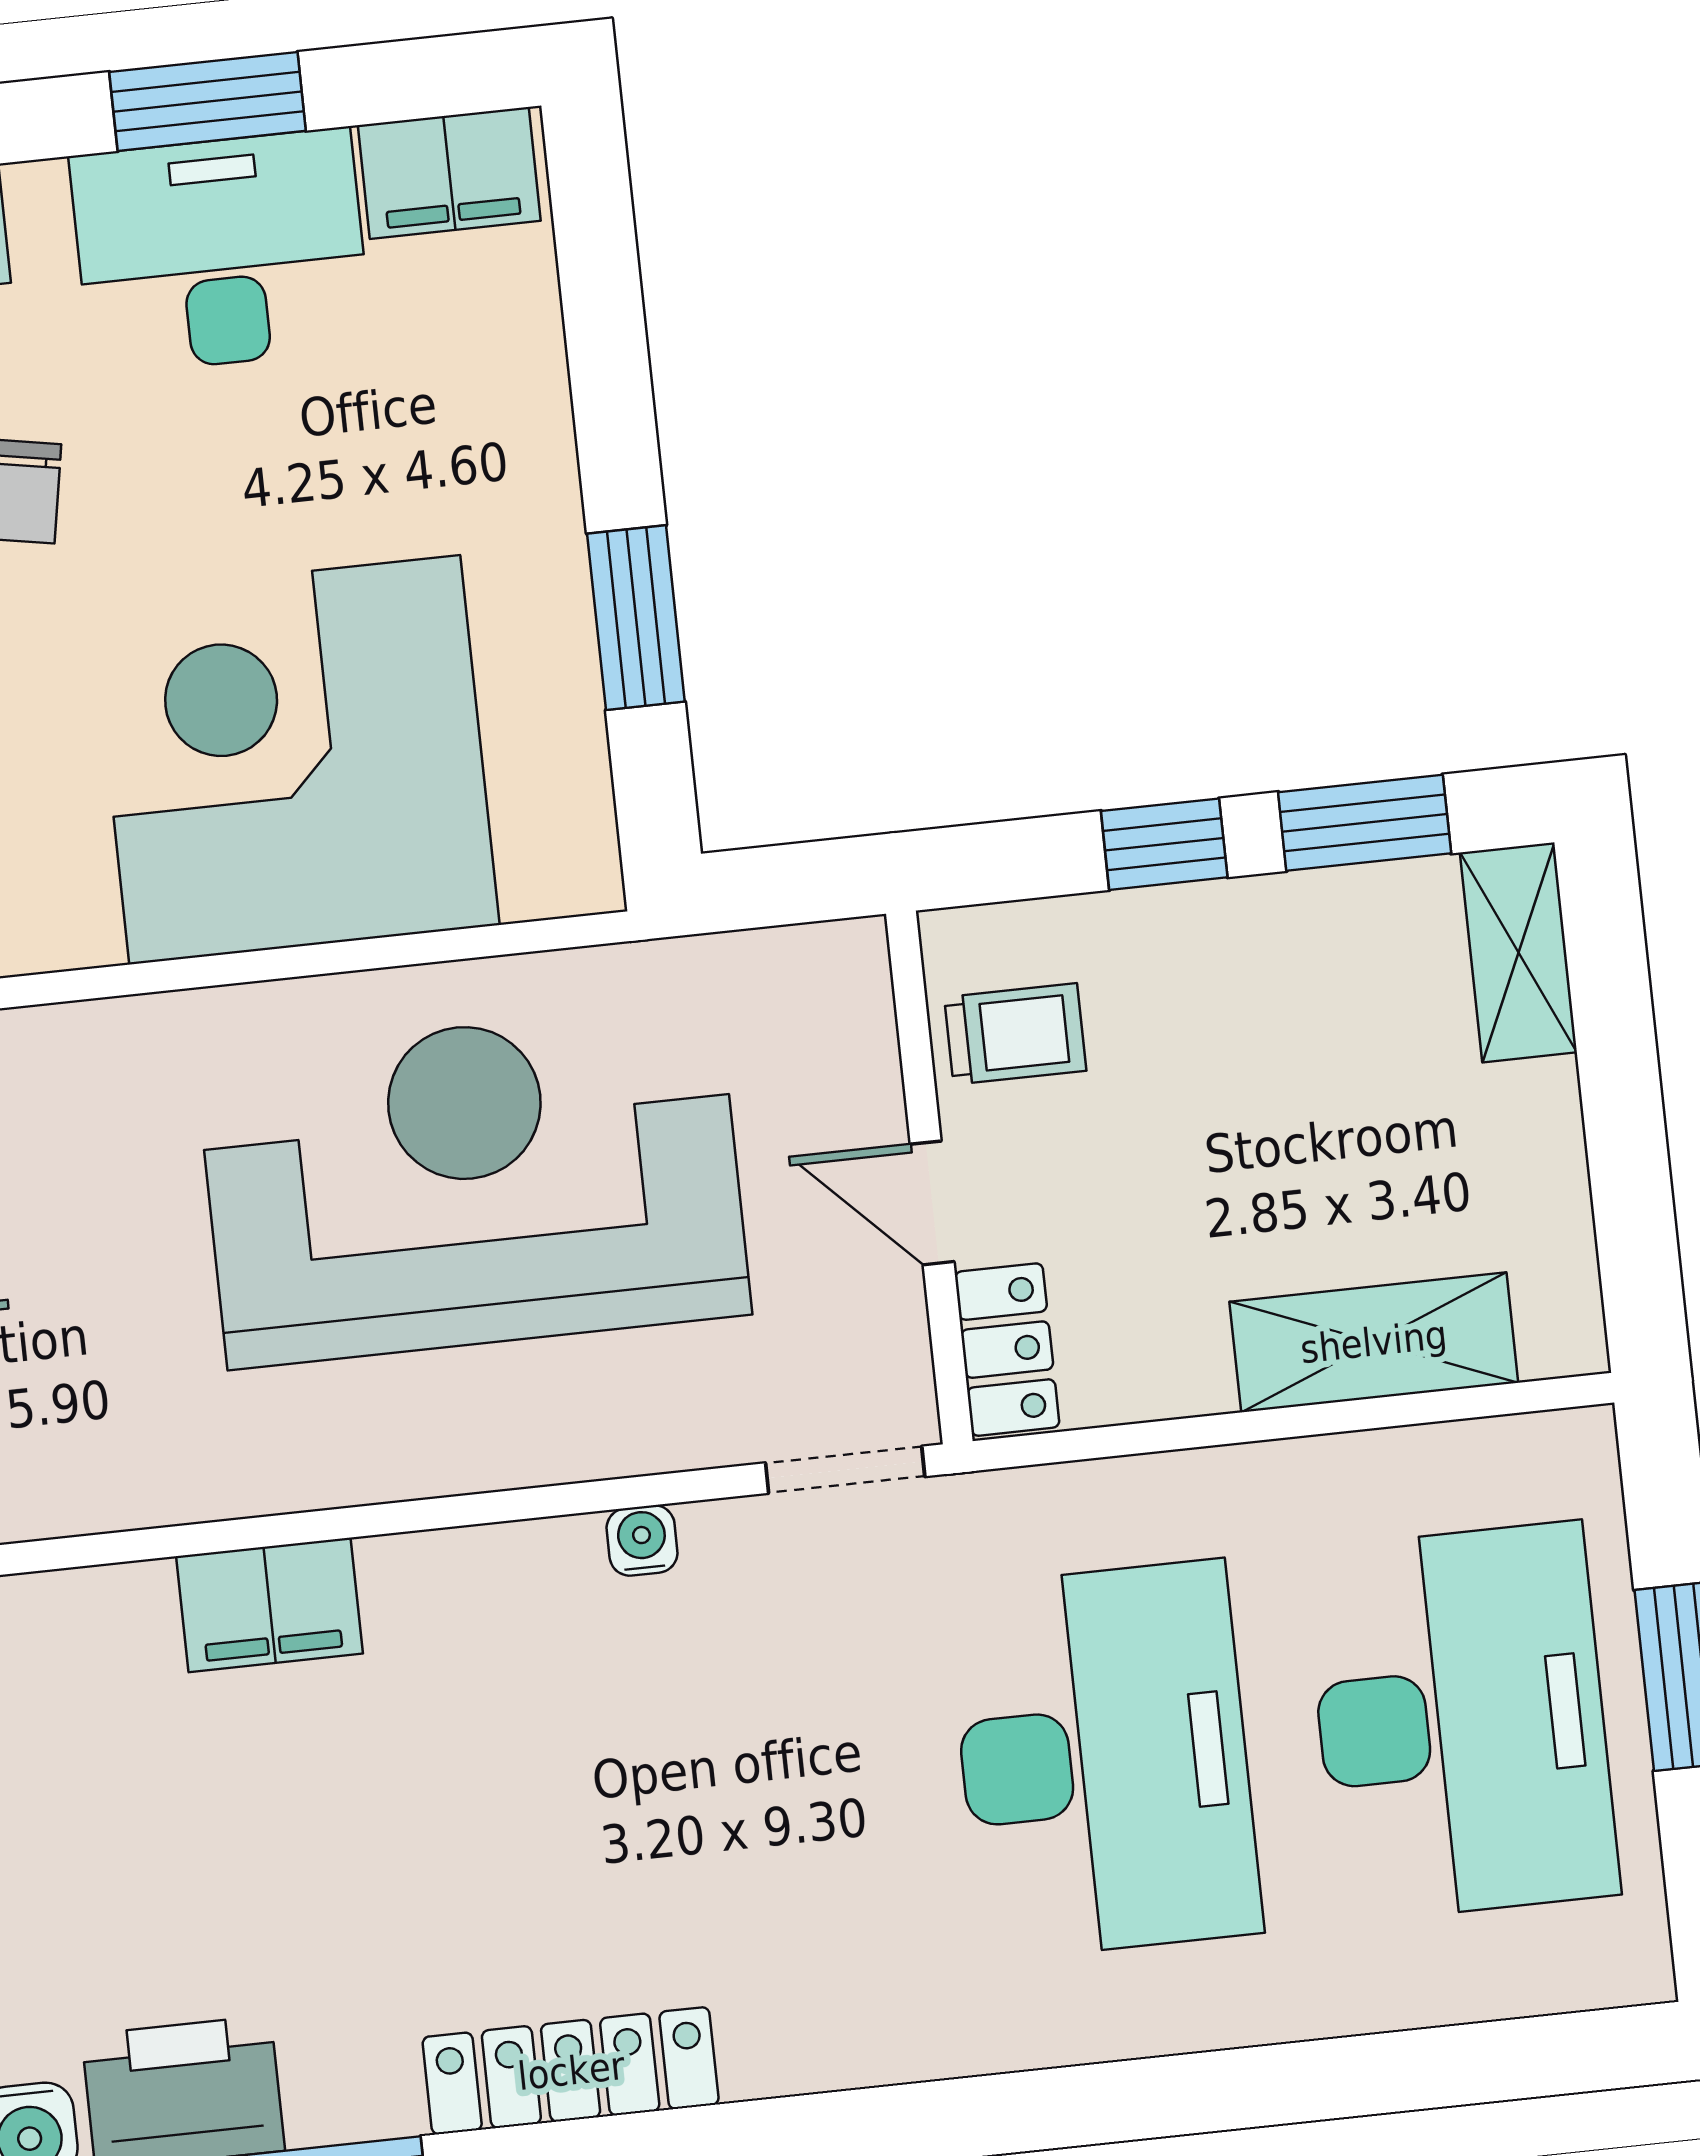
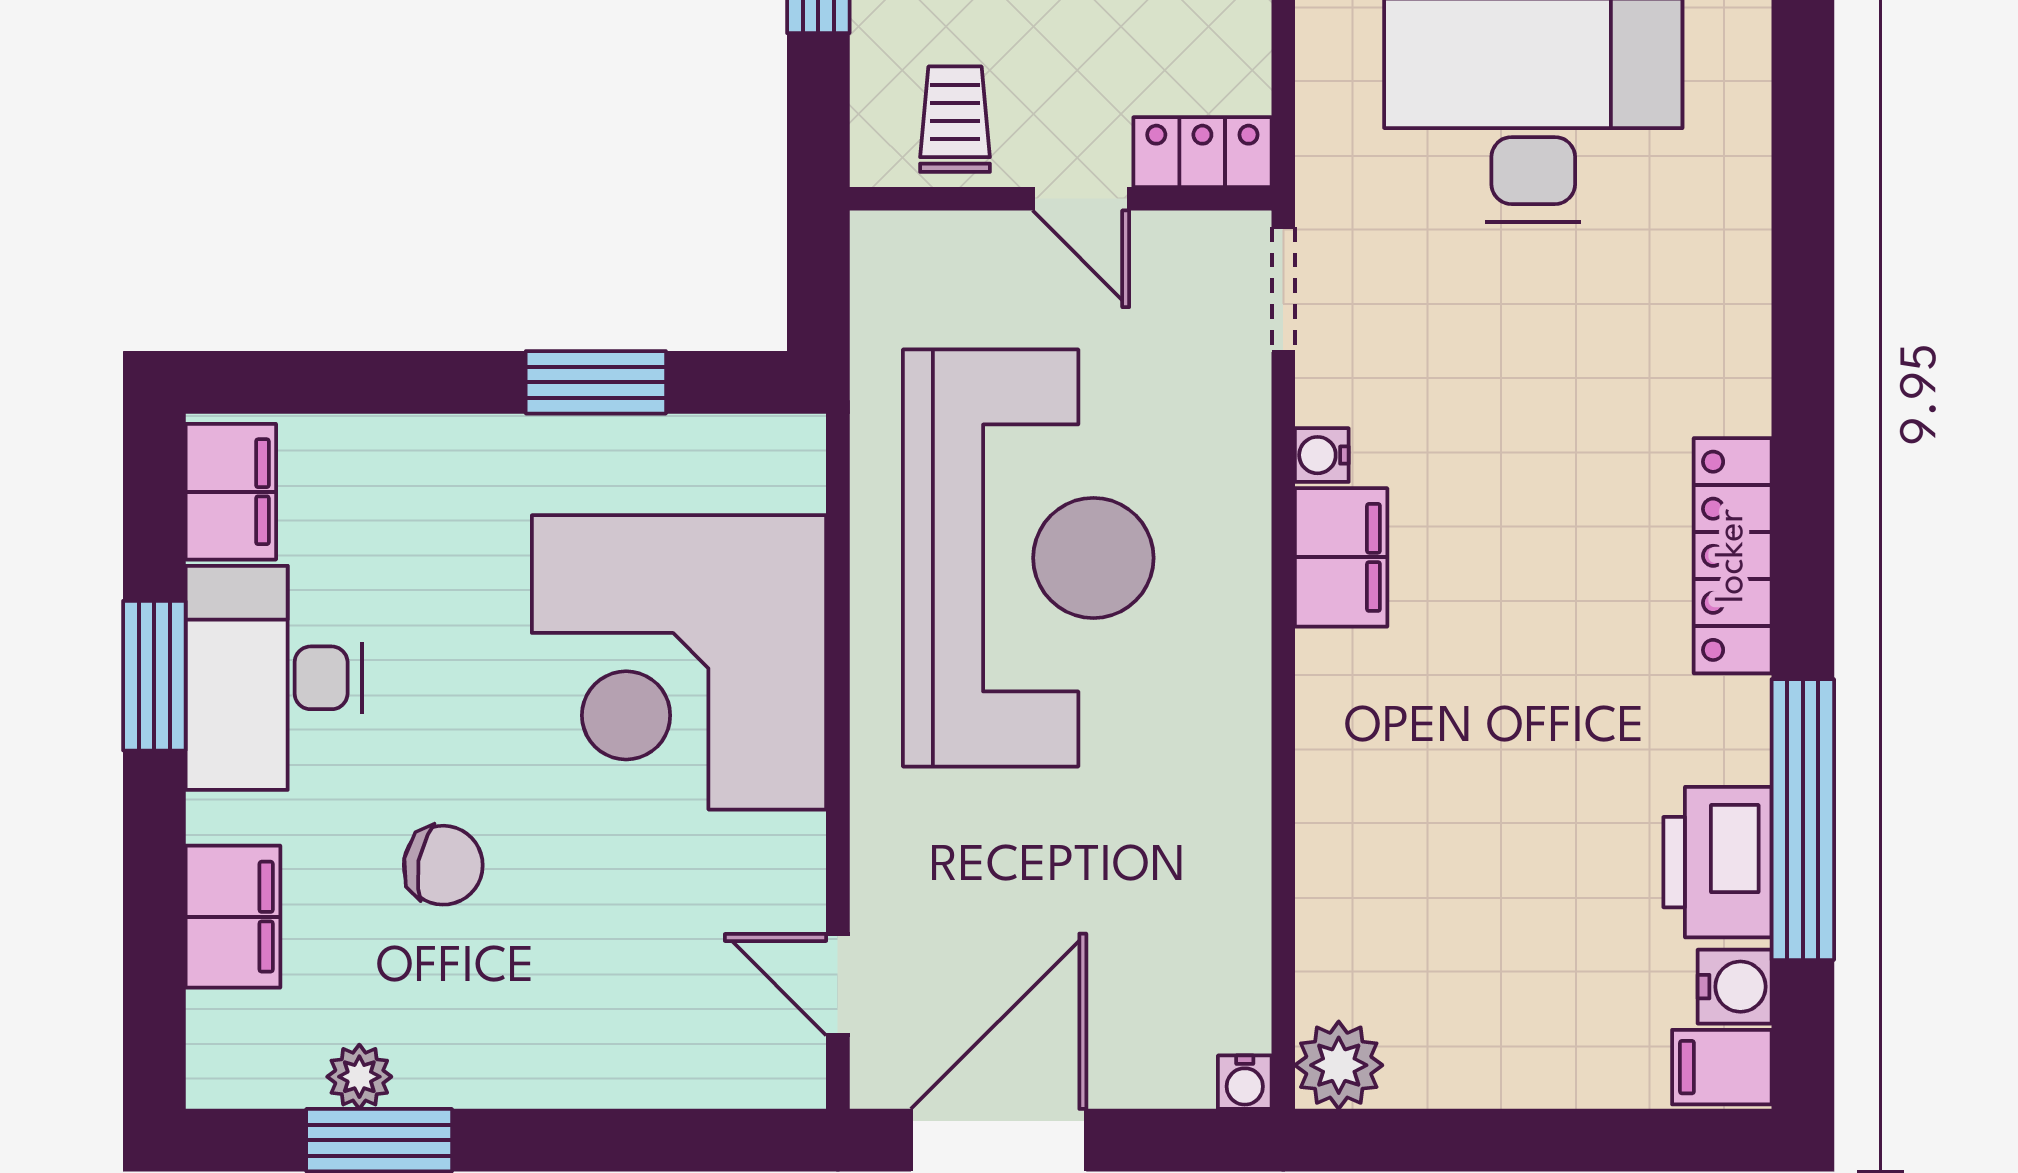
reception desk: (473, 1185) -> (1028, 558), turned 180
door: (932, 1203) -> (1081, 199), hinge flipped
filing cabinet: (269, 1605) -> (1341, 557), moved

